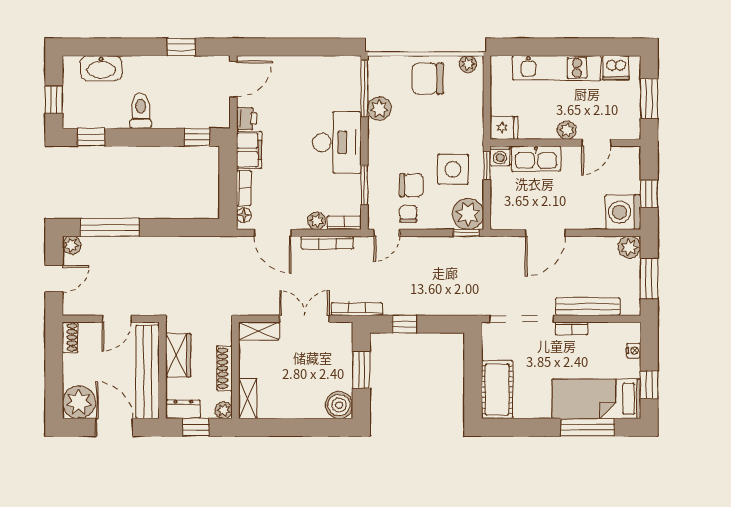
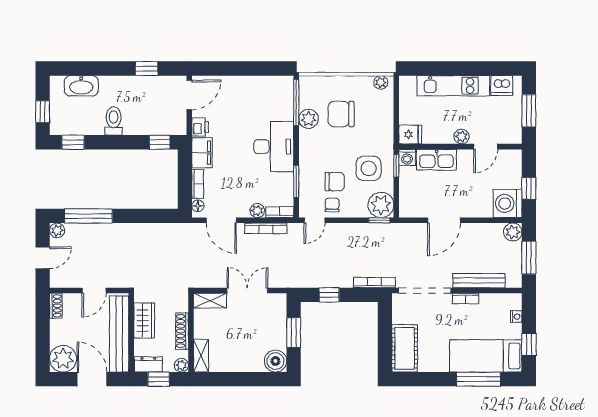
chair: (428, 79) -> (341, 114), moved
bookcase: (357, 309) -> (374, 283), moved

